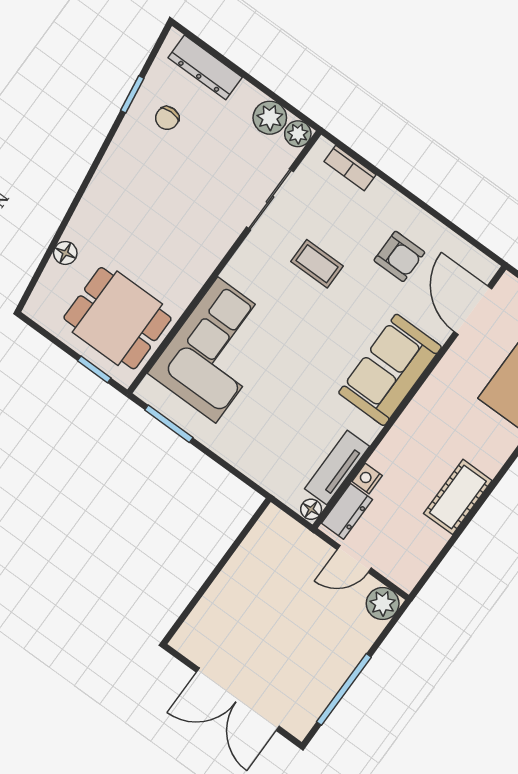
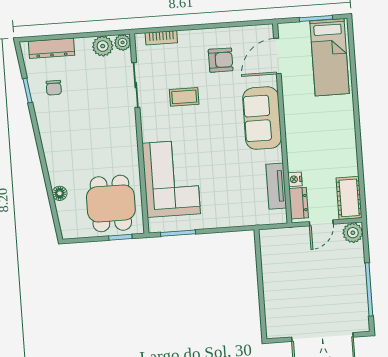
door: (473, 310) -> (277, 56), hinge flipped
dining table: (117, 318) -> (111, 203), turned 90
cot: (458, 497) -> (349, 198), moved
floor lamp: (311, 509) -> (281, 217), removed

